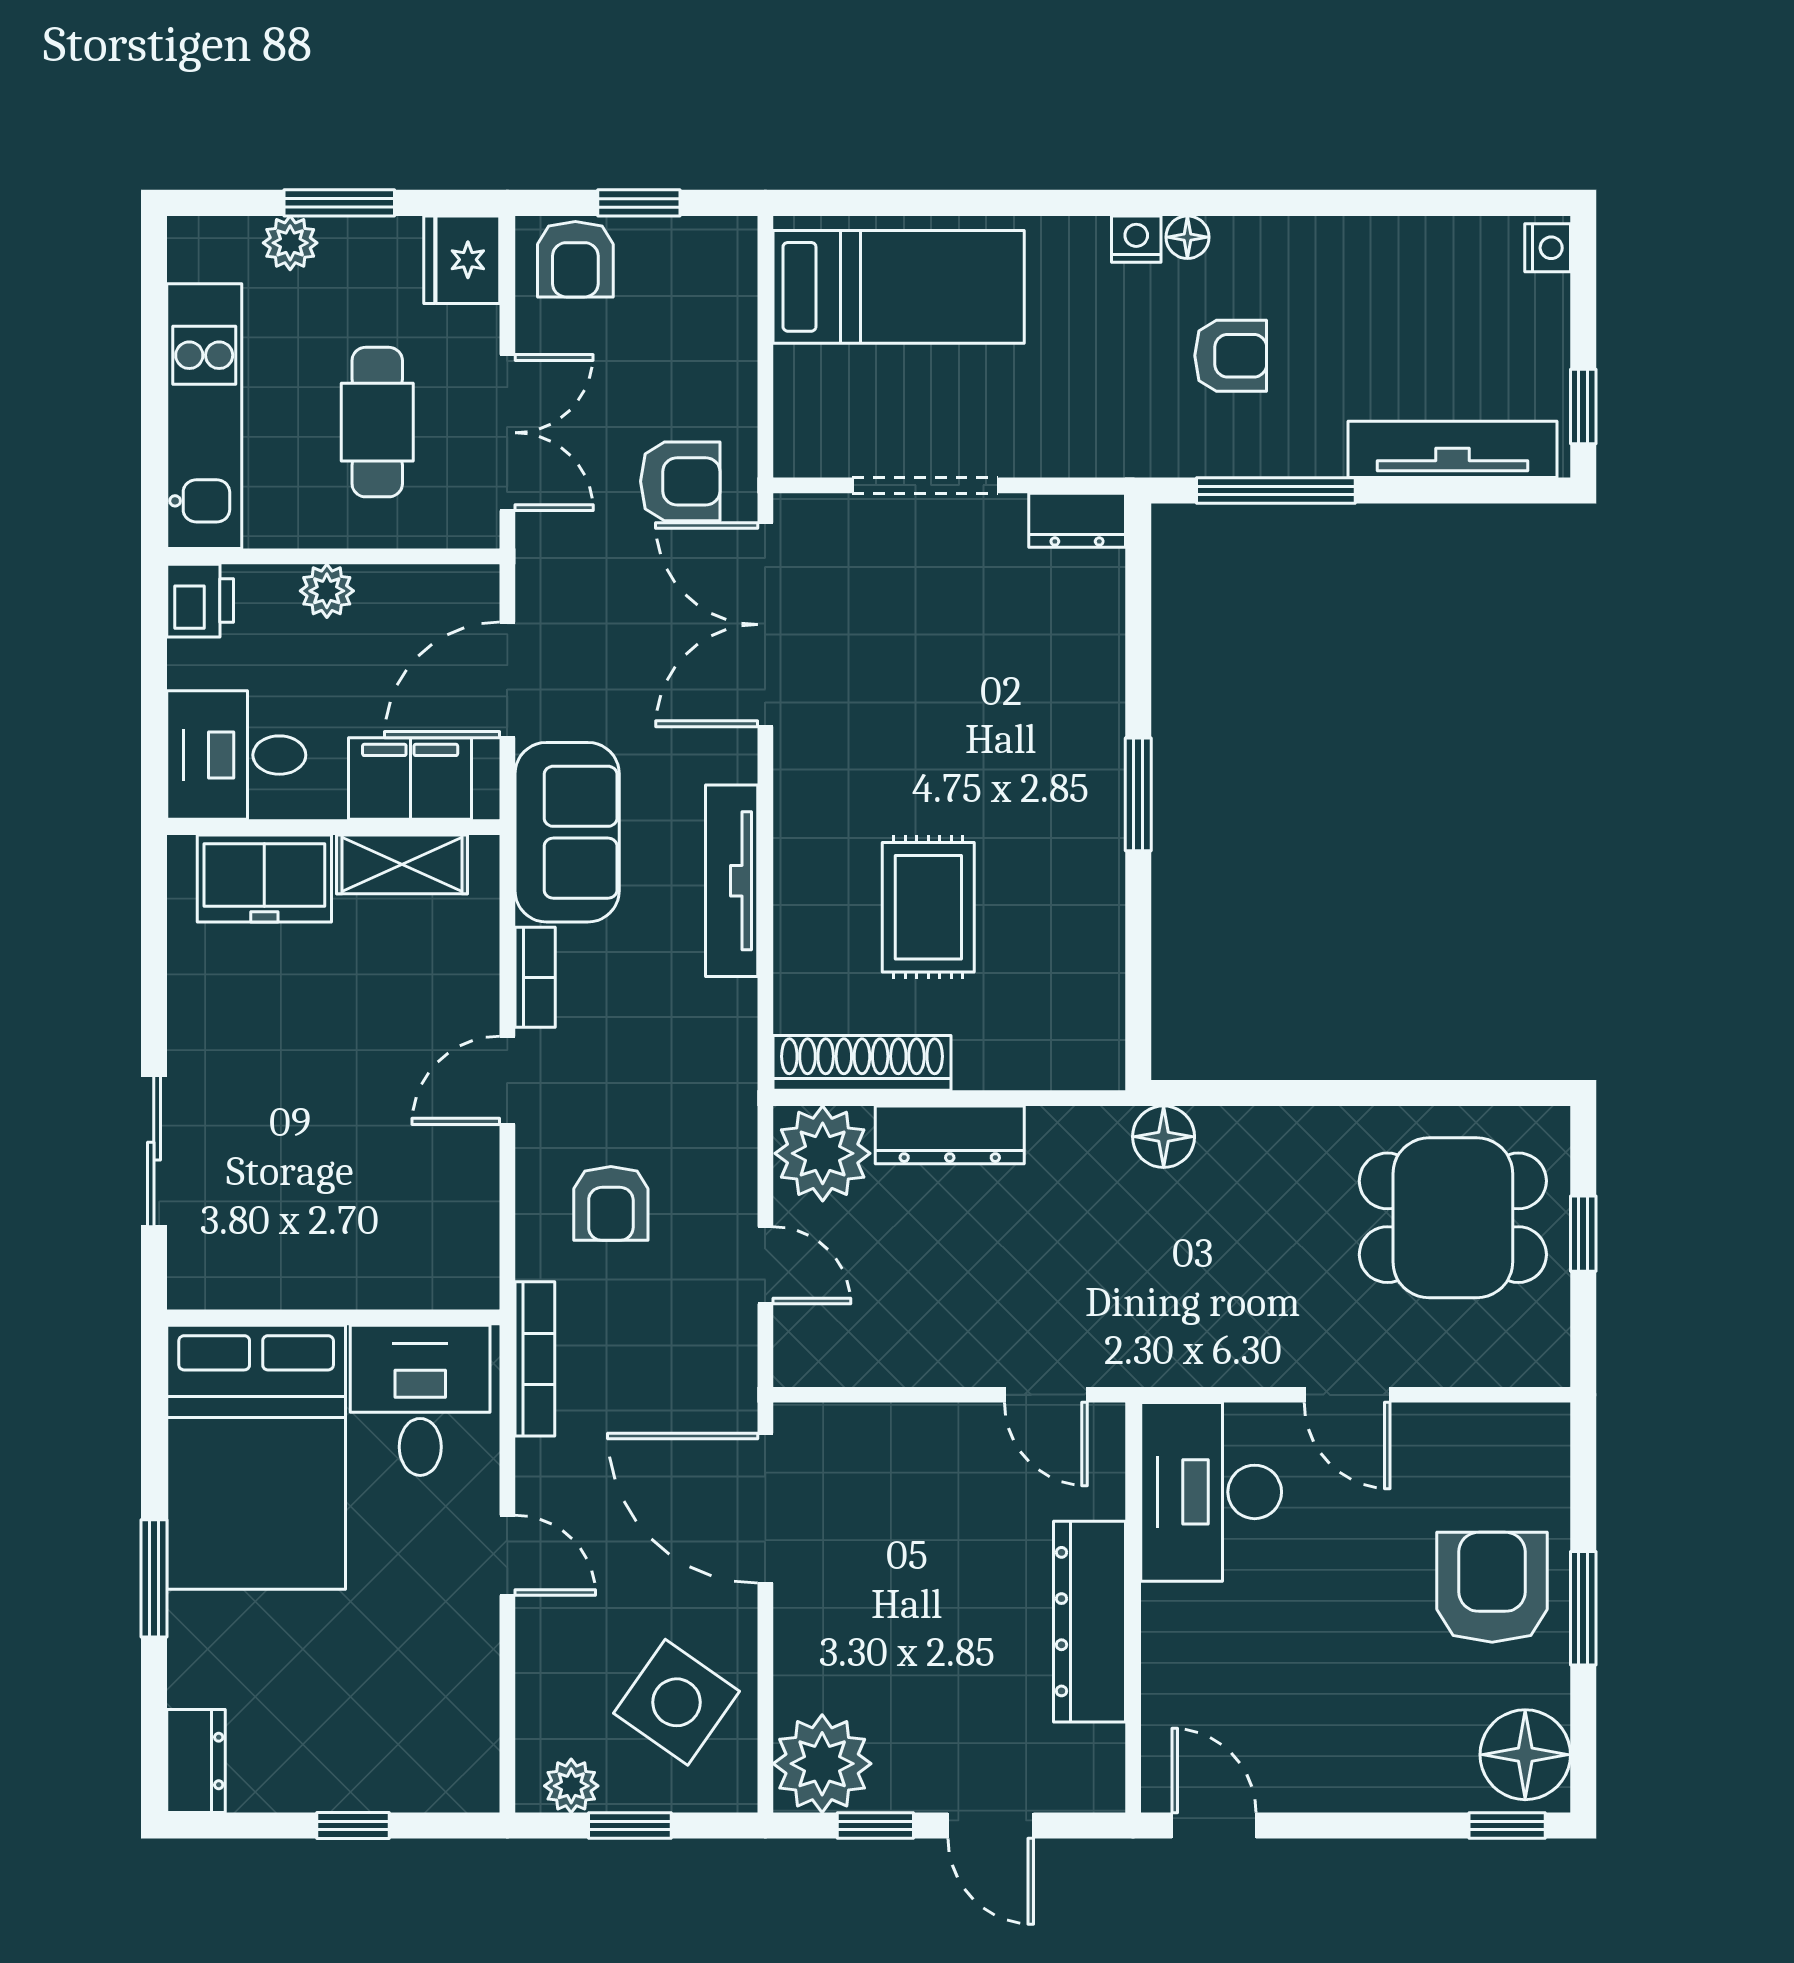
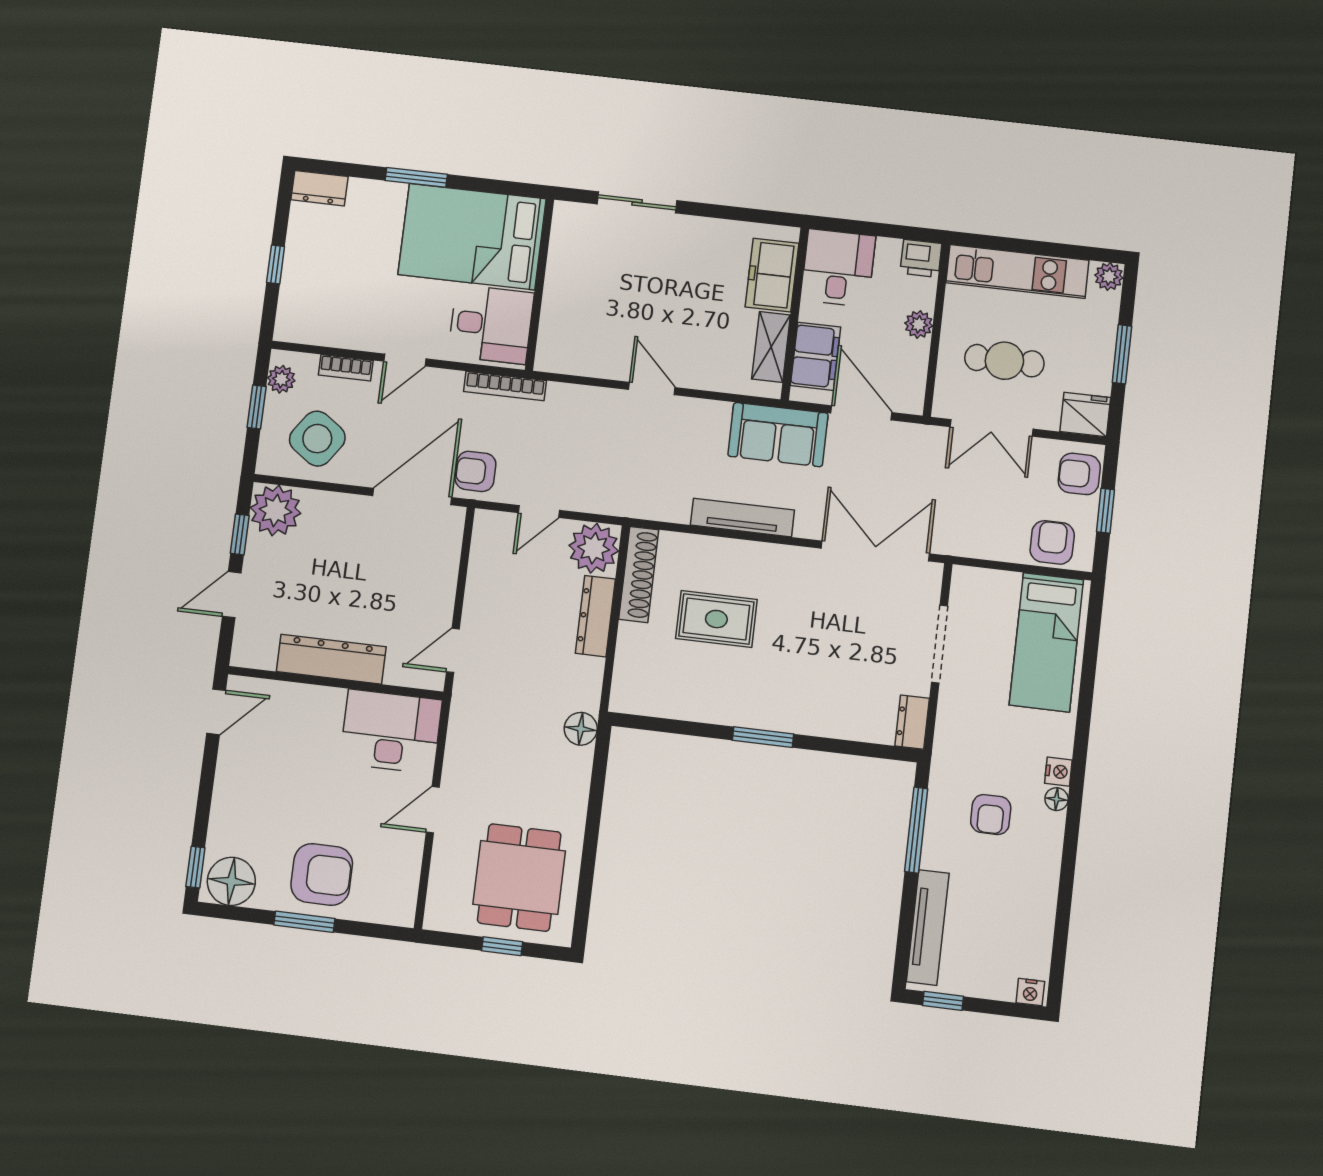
plant: (290, 243) -> (1109, 276), moved
armchair: (680, 481) -> (1052, 542), moved, turned 180
bookcase: (535, 977) -> (346, 368), moved
armchair: (611, 1203) -> (475, 471), moved

